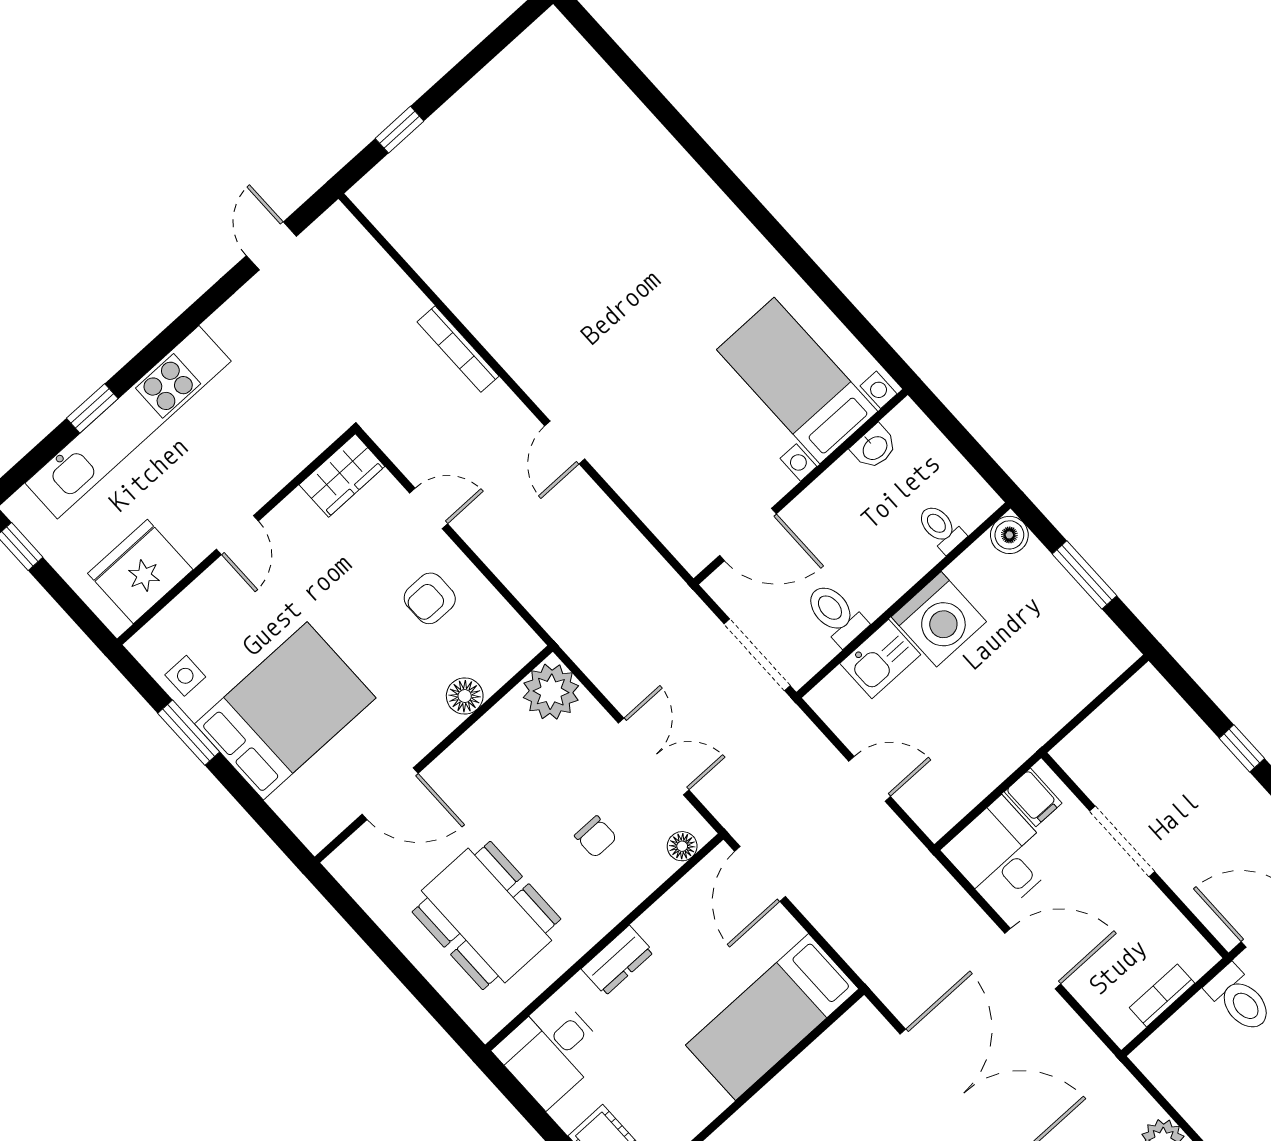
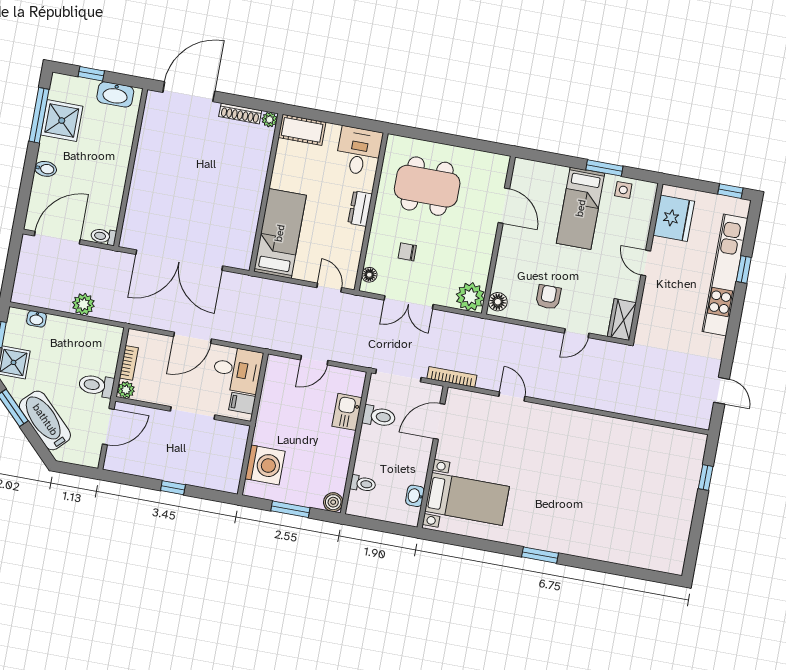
window: (750, 206) -> (540, 555), added
bookcase: (458, 349) -> (452, 377), moved
door: (565, 442) -> (512, 396), moved
washing machine: (939, 619) -> (265, 465), moved, turned 180
floor lamp: (465, 696) -> (498, 302), moved
bed: (285, 711) -> (581, 208), width x0.67
door: (390, 794) -> (504, 206), swing flipped
door: (760, 874) -> (329, 288), width x0.73
plant: (1199, 957) -> (126, 390), added

